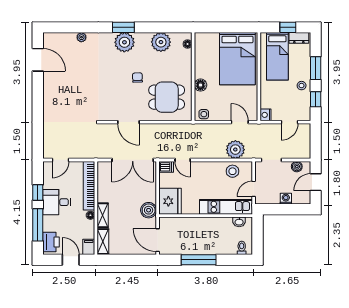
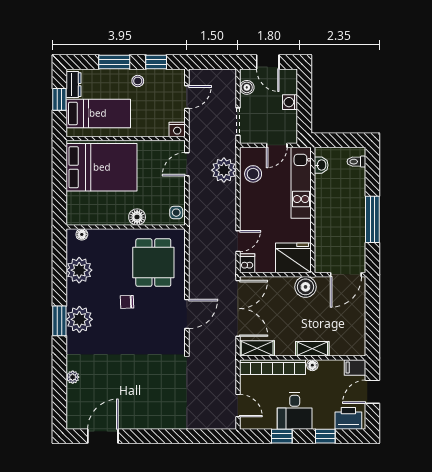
door: (290, 122) -> (187, 97), hinge flipped
door: (254, 189) -> (277, 145), hinge flipped
window: (38, 225) -> (325, 436), width x0.46
shelving: (103, 242) -> (257, 348), moved

